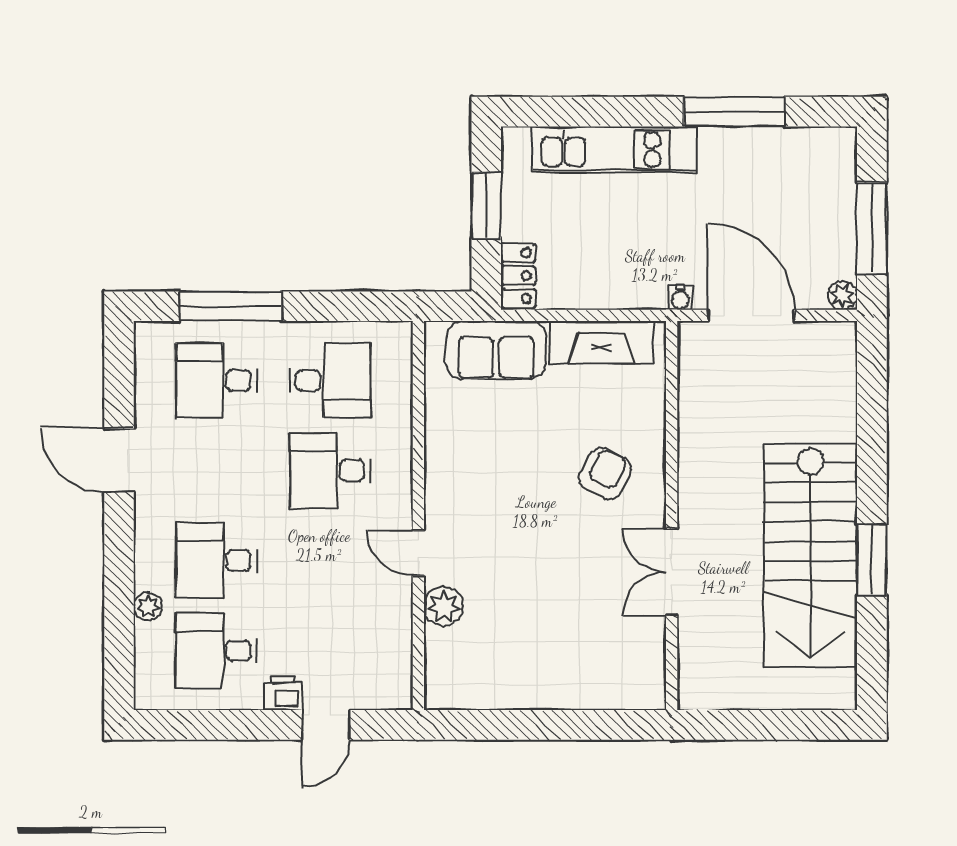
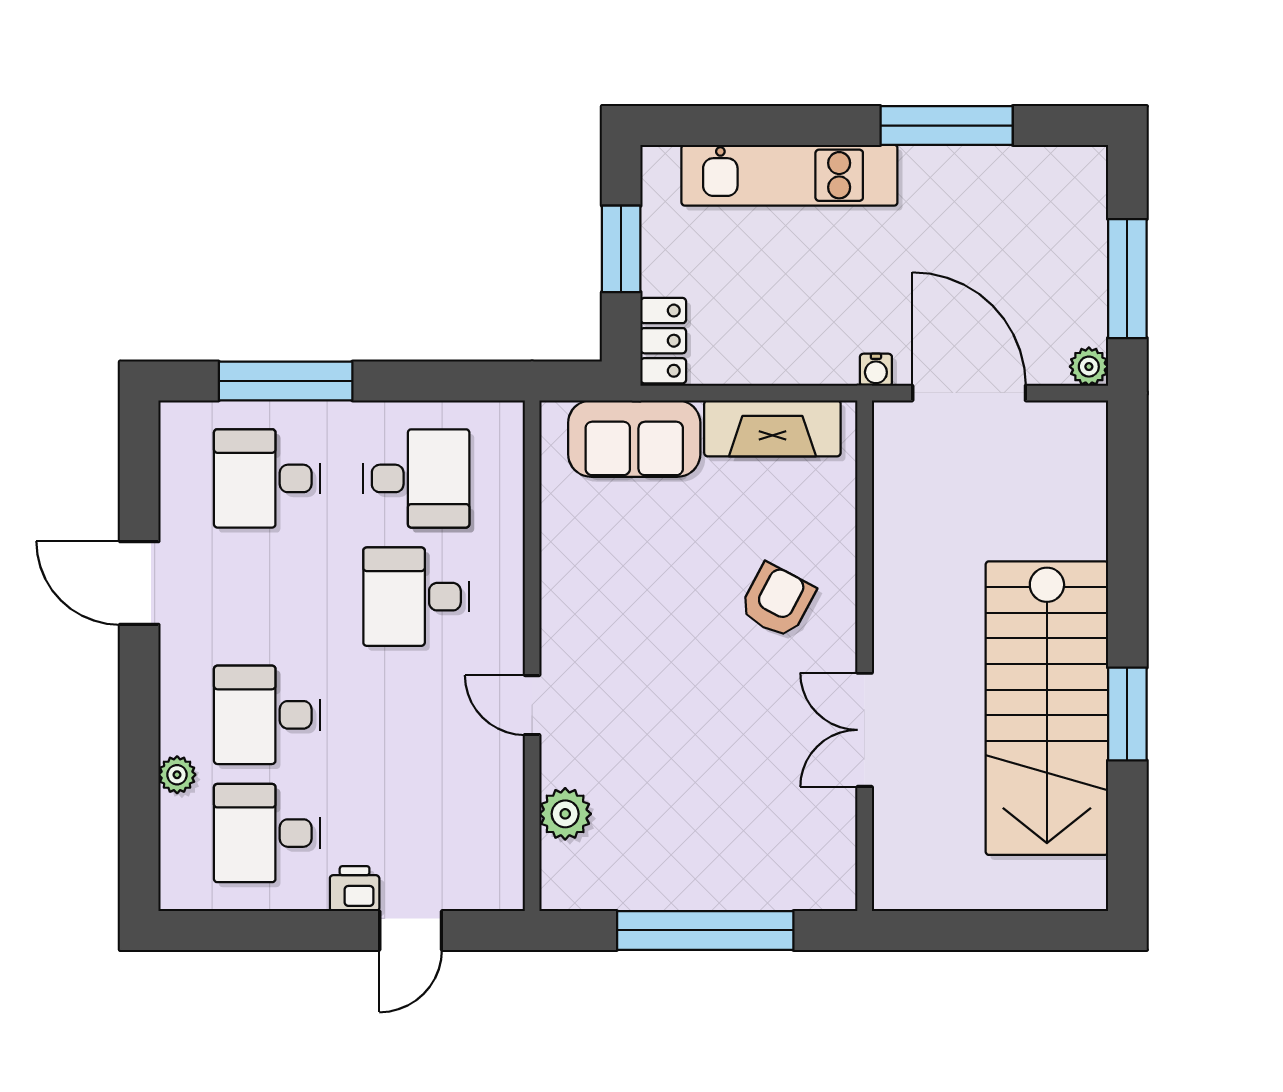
plant: (444, 606) -> (565, 814), moved
window: (550, 725) -> (705, 930), added

